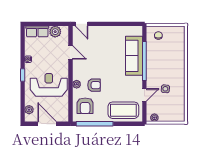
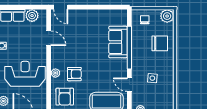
plant: (179, 32) -> (167, 16), added
sofa: (134, 56) -> (118, 42), width x0.73
chair: (172, 57) -> (160, 43), added
door: (144, 95) -> (129, 85), swing flipped

